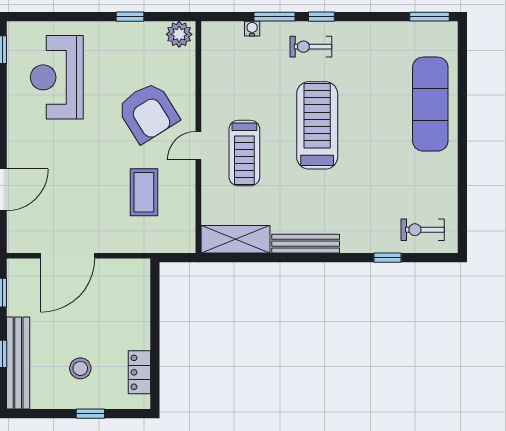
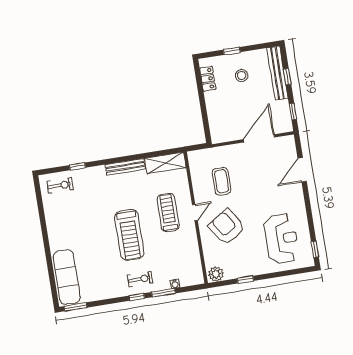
exercise mat: (430, 104) -> (67, 277), moved

